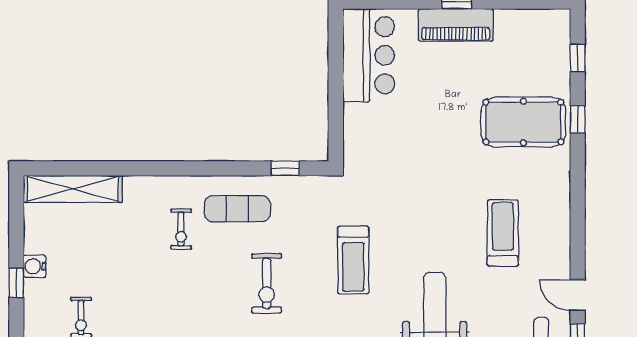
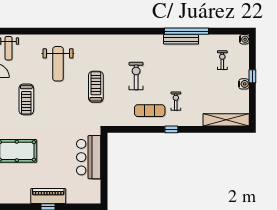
bar counter: (369, 55) -> (89, 157), moved
window: (285, 168) -> (171, 129), moved

